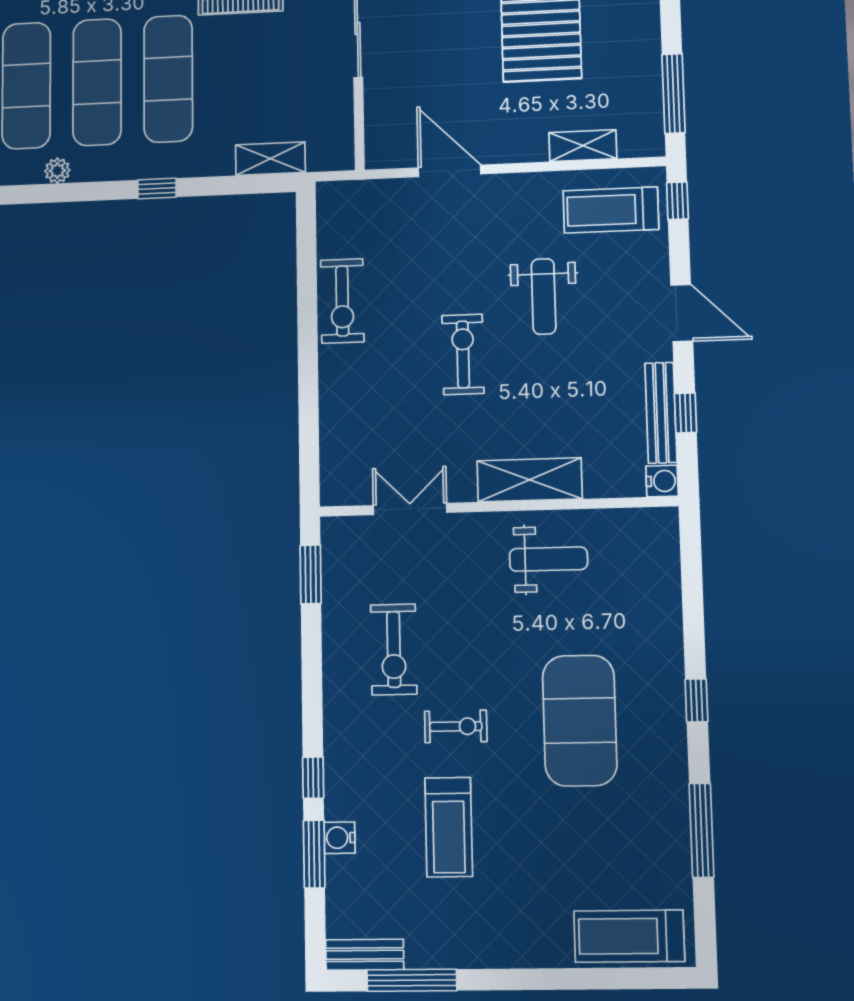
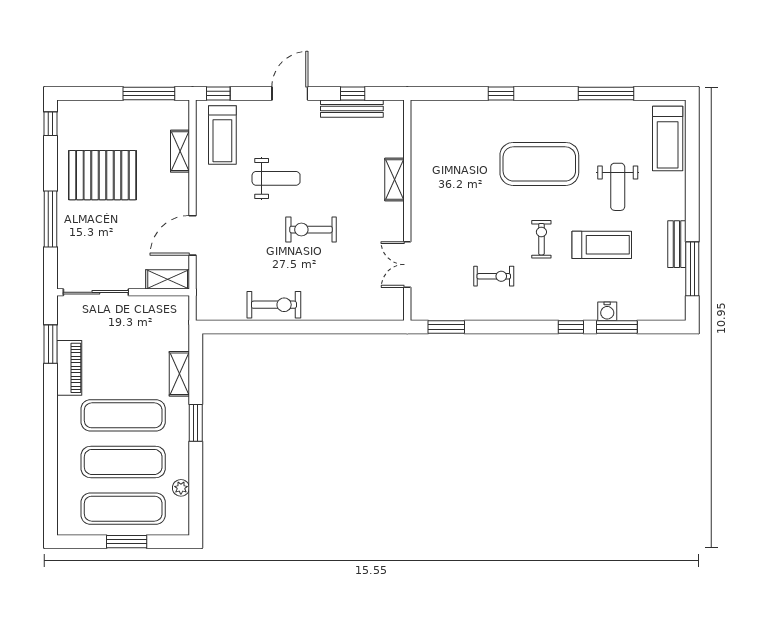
shelving: (380, 136) -> (168, 279), added
shelving: (270, 159) -> (179, 374), moved
window: (157, 188) -> (196, 423), width x1.50
shelving: (530, 480) -> (394, 180), width x0.67, depth x0.75
water cooler: (662, 481) -> (394, 109), removed
weight bench: (548, 559) -> (618, 187), moved, turned 180
exercise bike: (394, 649) -> (494, 276), width x0.73, depth x0.72
window: (697, 700) -> (501, 93), moved
bench: (365, 955) -> (677, 244), moved

